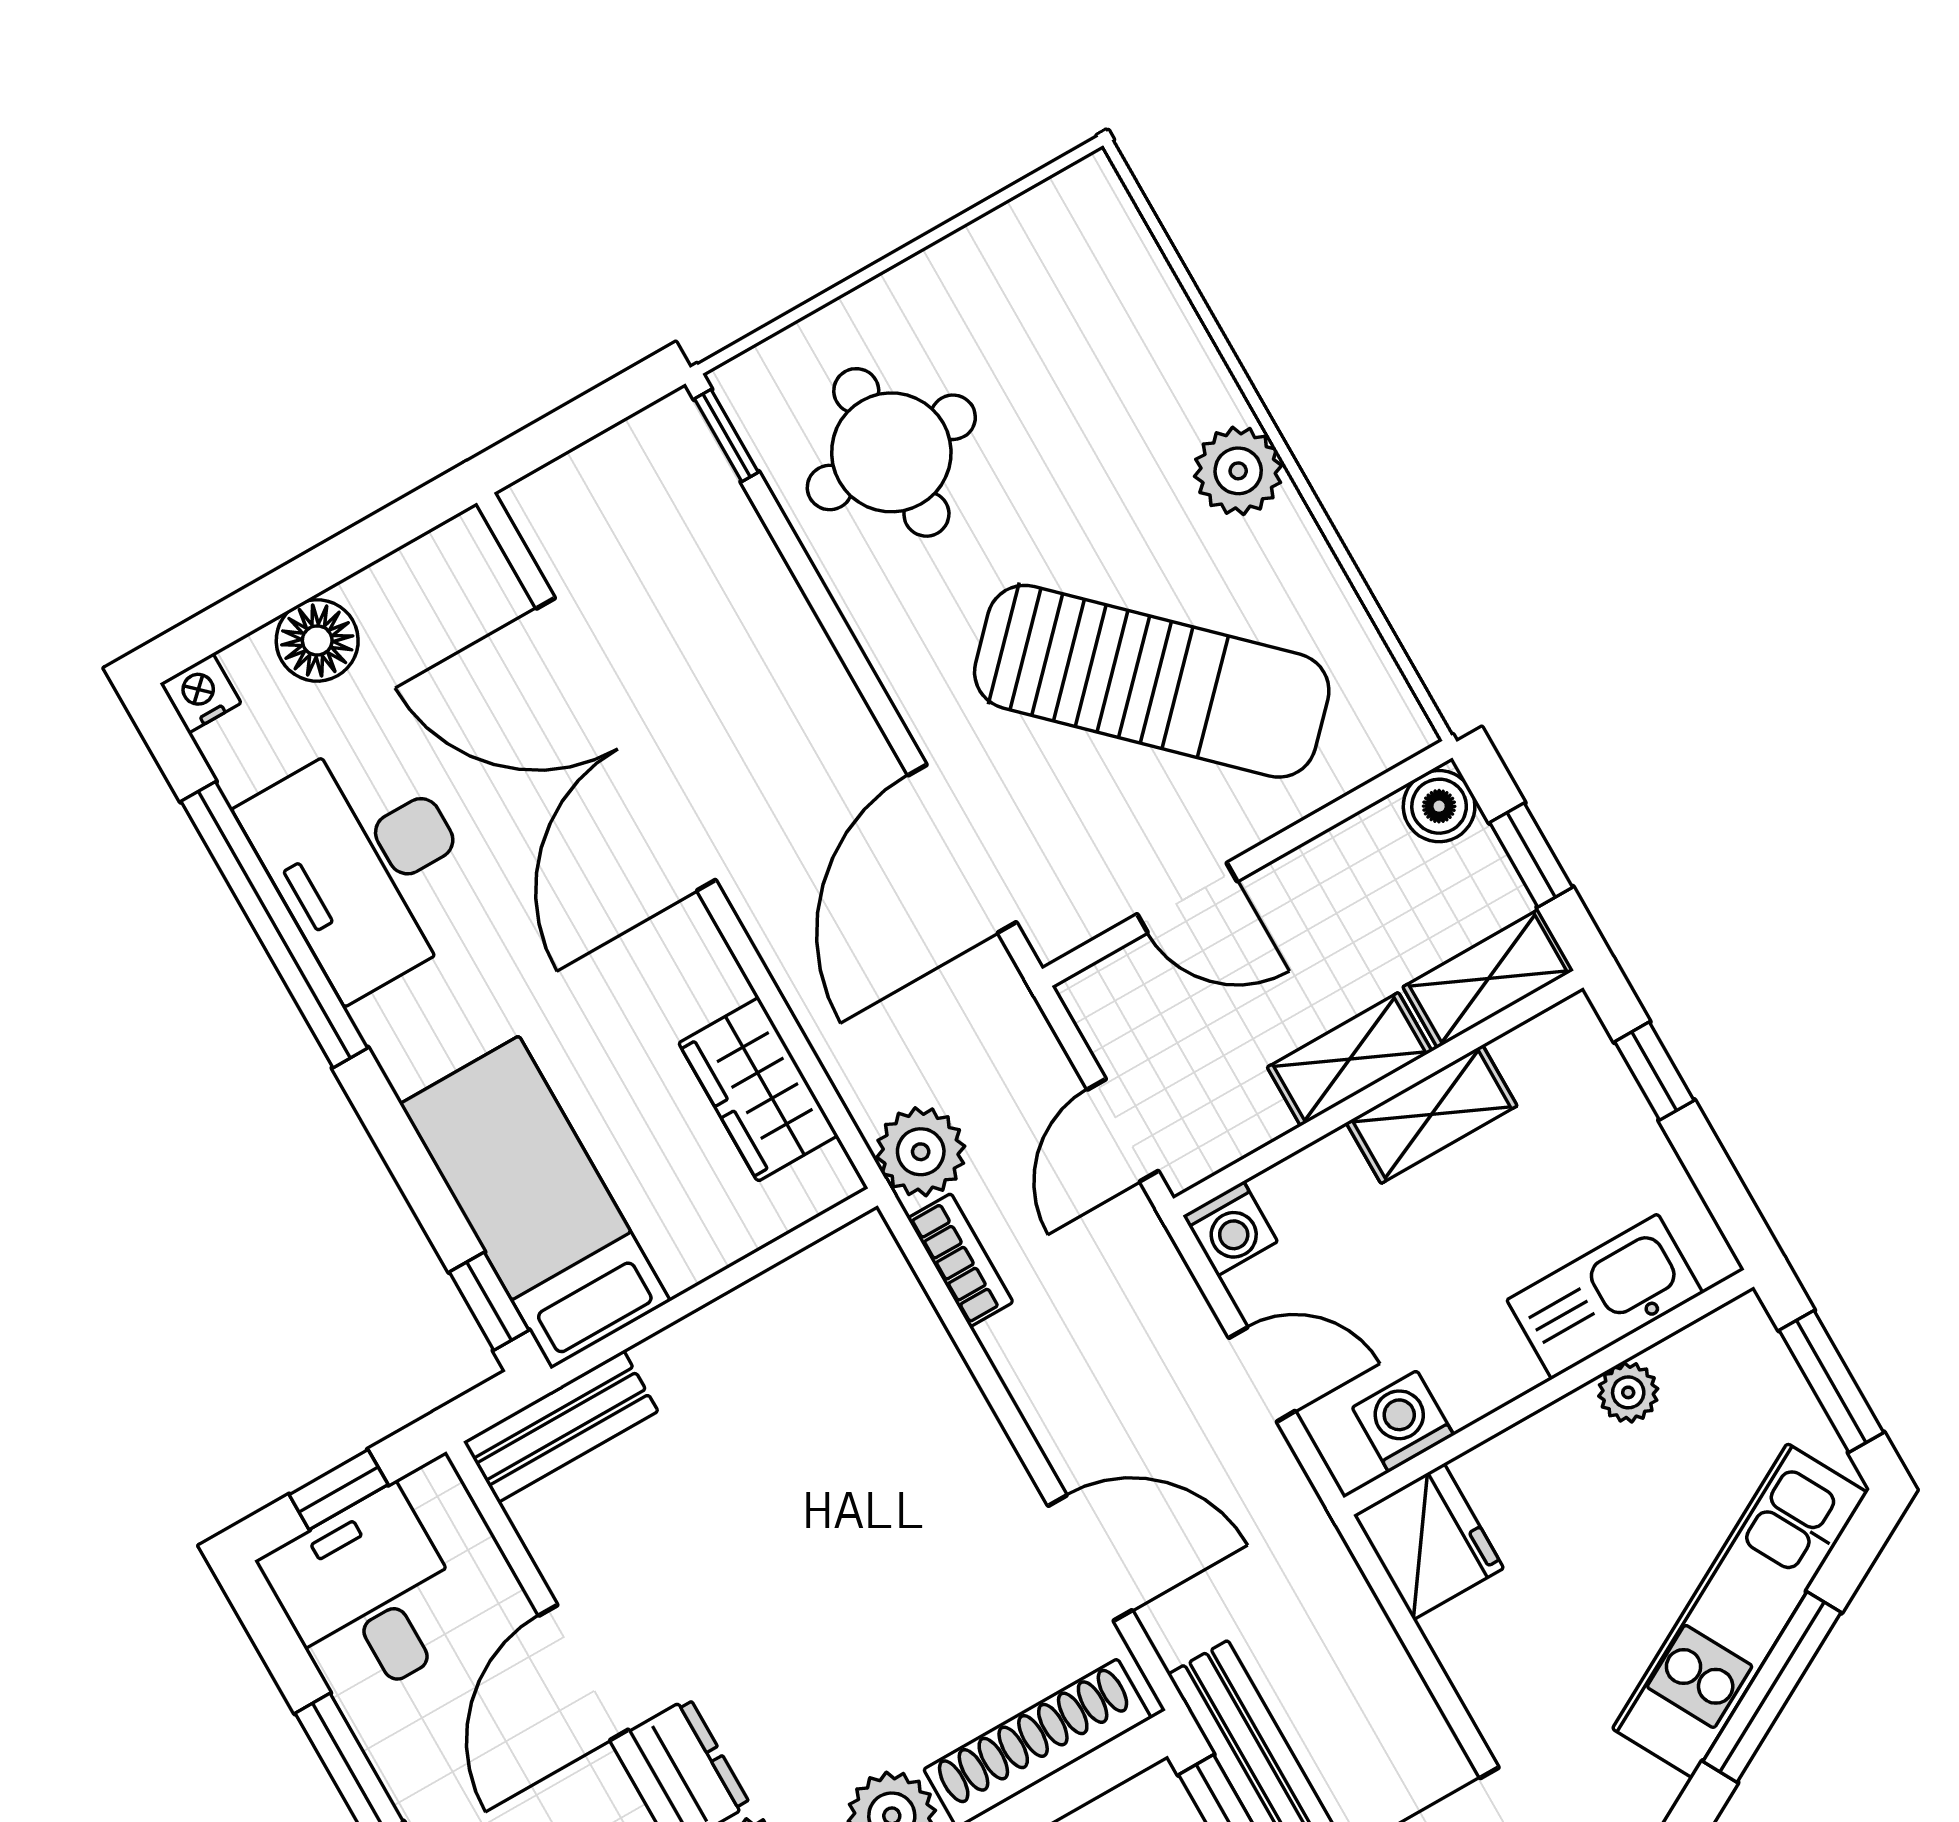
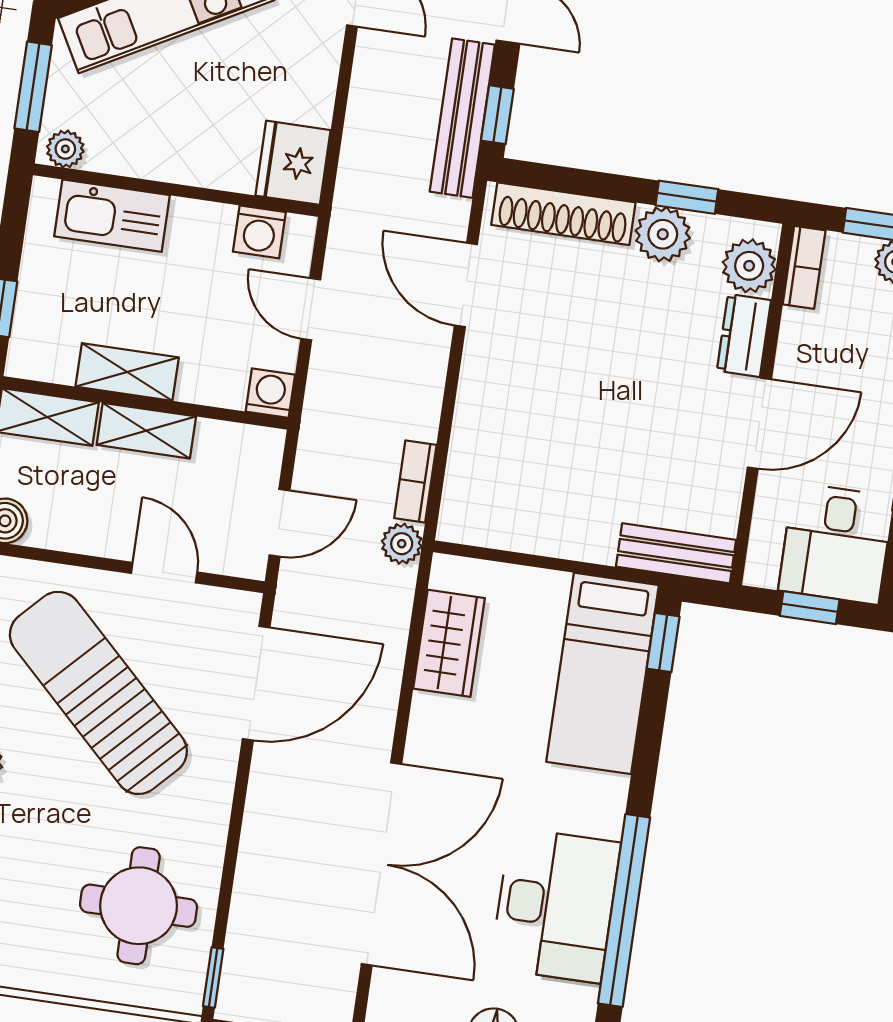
door: (1123, 1130) -> (279, 523), moved
plant: (921, 1152) -> (402, 544), width x0.73, depth x0.73
plant: (1628, 1392) -> (65, 149), moved

